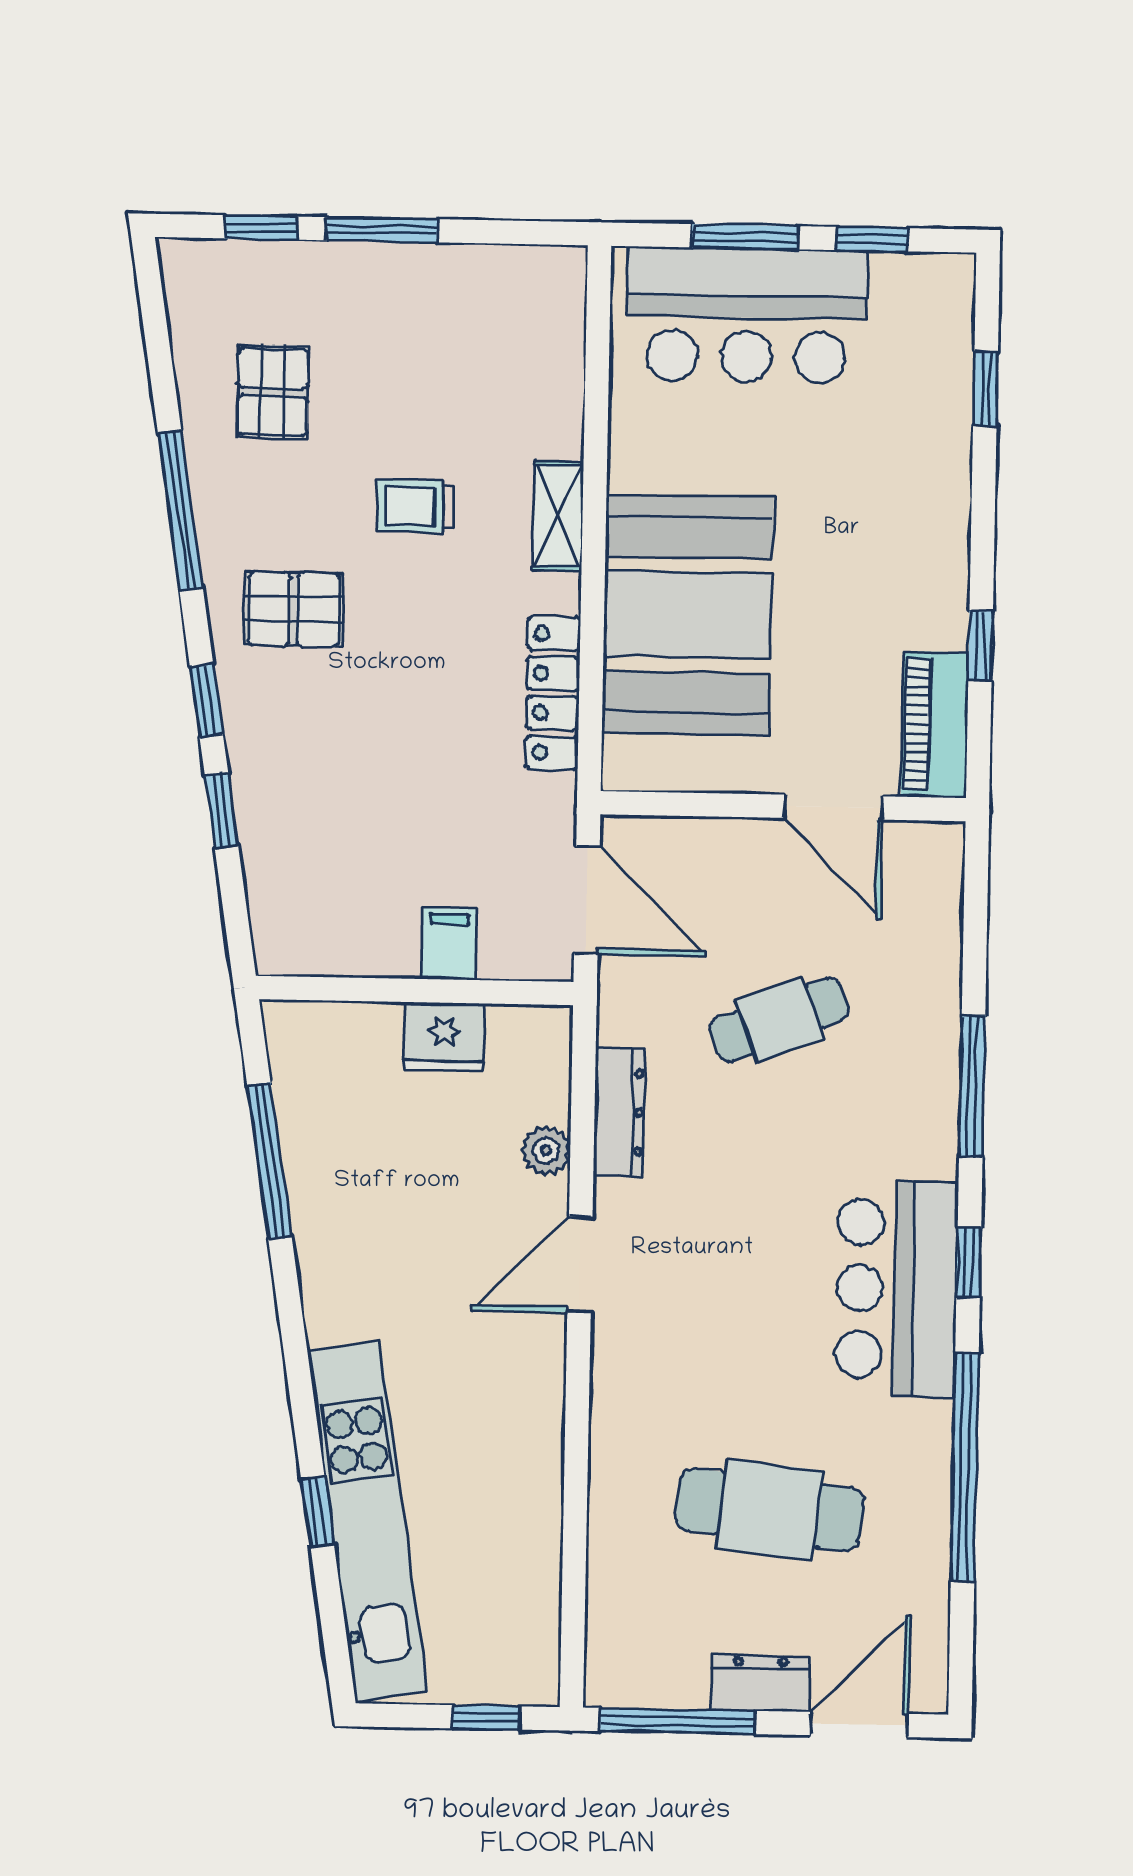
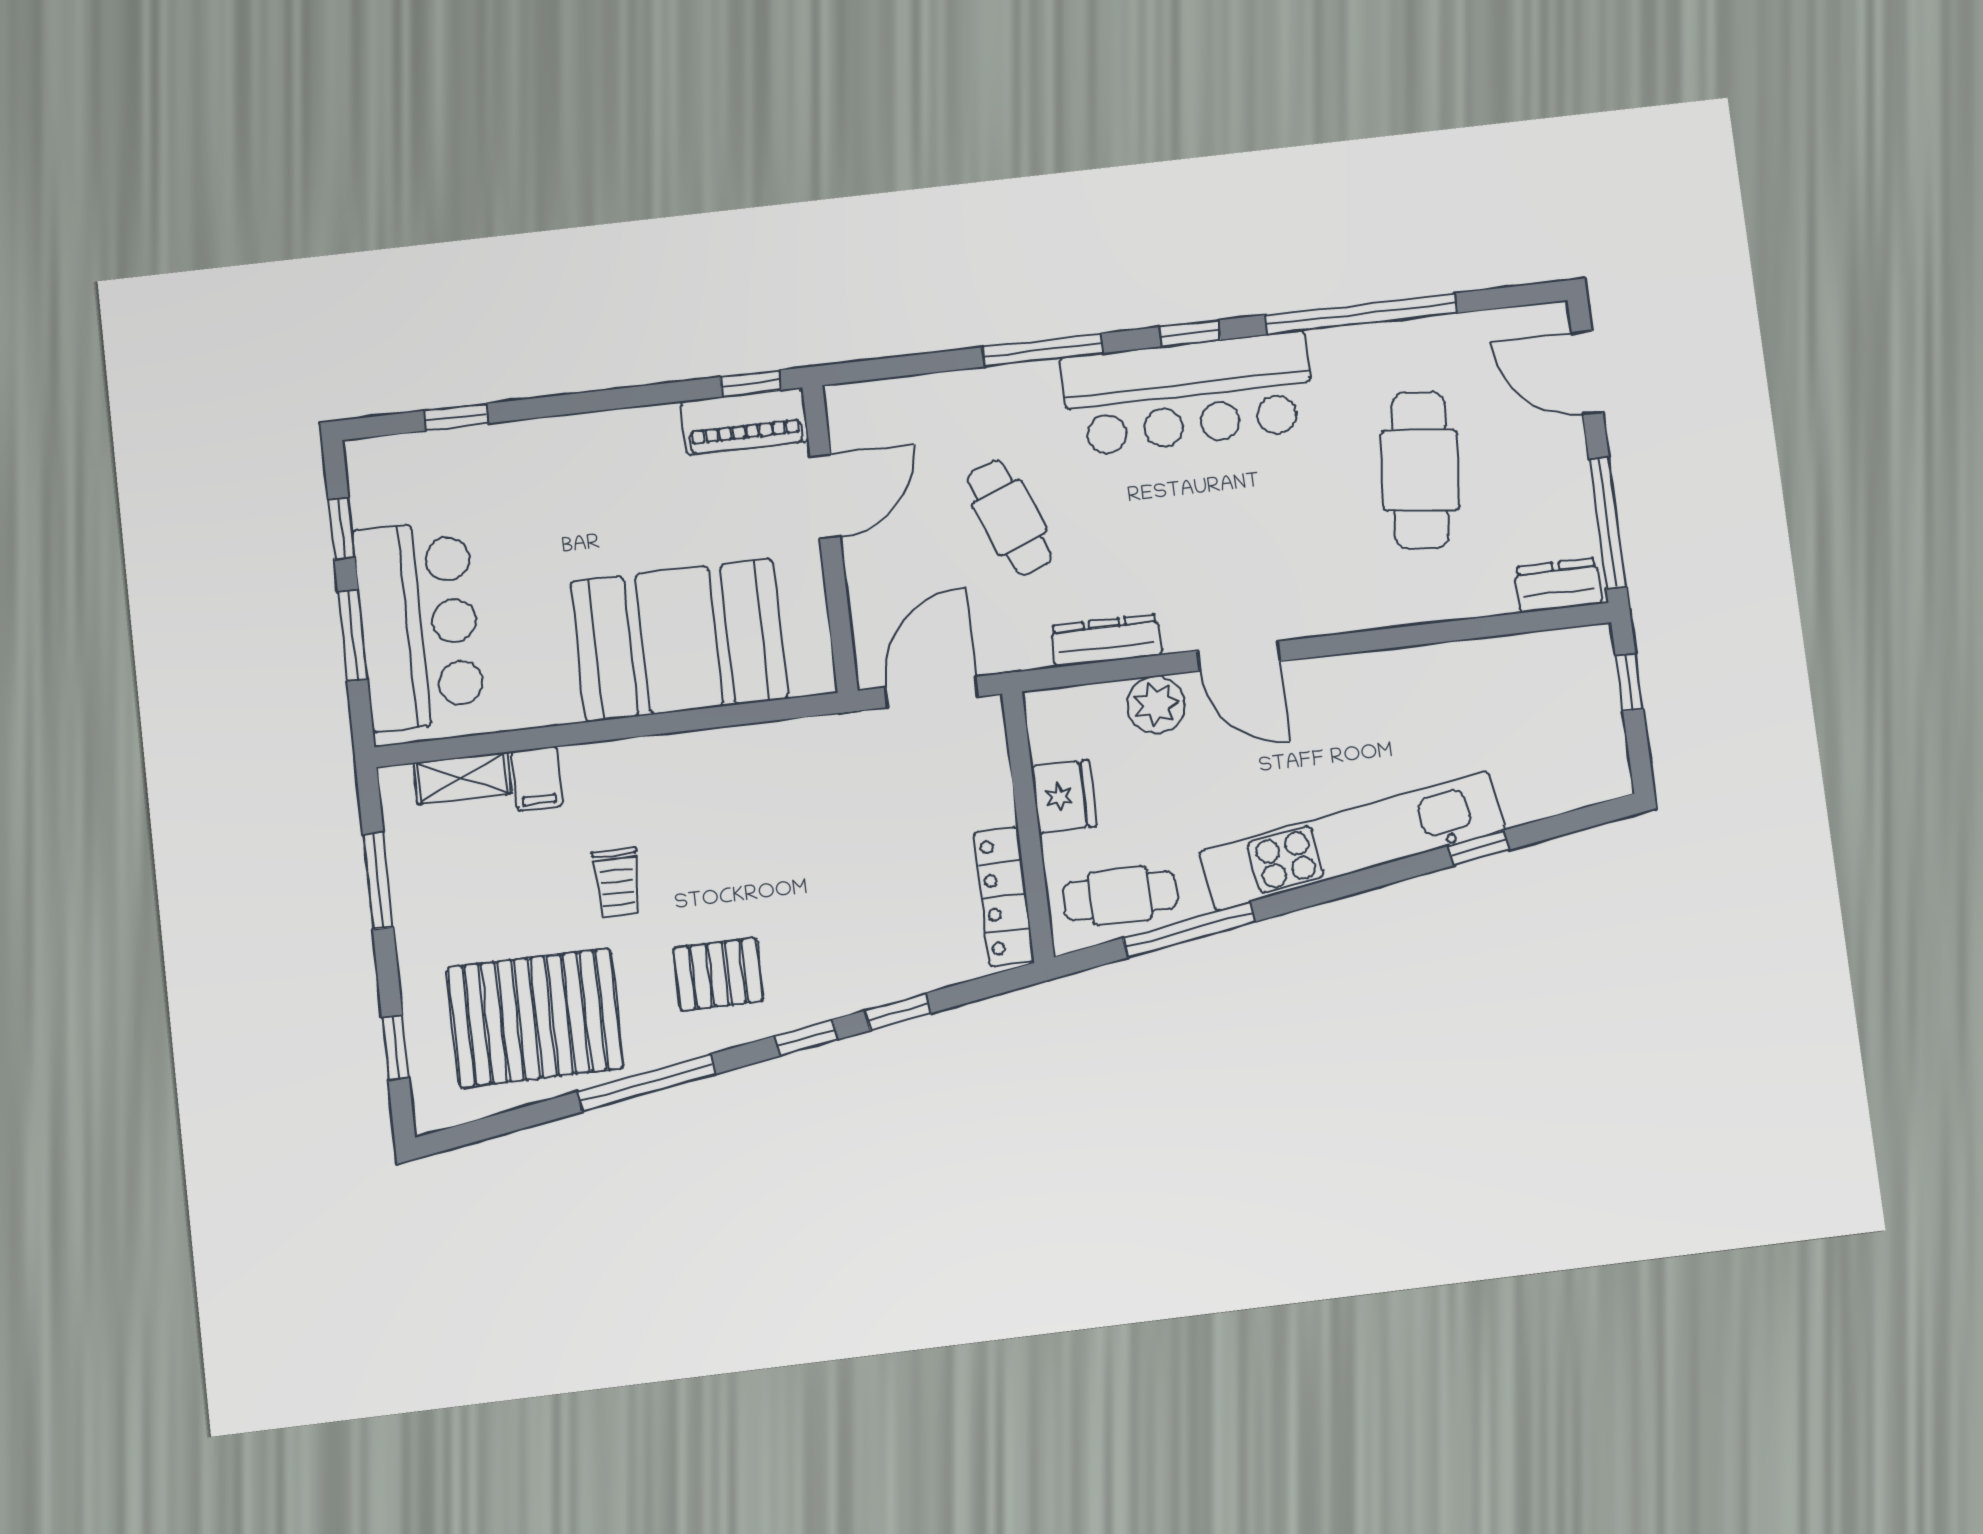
window: (382, 230) -> (378, 881), moved
pallet: (273, 392) -> (535, 1018), width x2.05, depth x2.00
shelving: (558, 516) -> (462, 778), moved
pallet: (294, 609) -> (718, 974), turned 90
window: (981, 646) -> (751, 383), moved
locker: (553, 693) -> (1004, 897), moved, turned 90
filing cabinet: (449, 944) -> (537, 779), moved, turned -90
cafe table: (320, 1086) -> (1120, 896), added
plant: (546, 1150) -> (1156, 705), width x1.38, depth x1.38
bar counter: (897, 1289) -> (1188, 394), width x1.36
kitchen unit: (367, 1521) -> (1352, 841), moved
dresser: (761, 1683) -> (1558, 585), moved, turned 90

